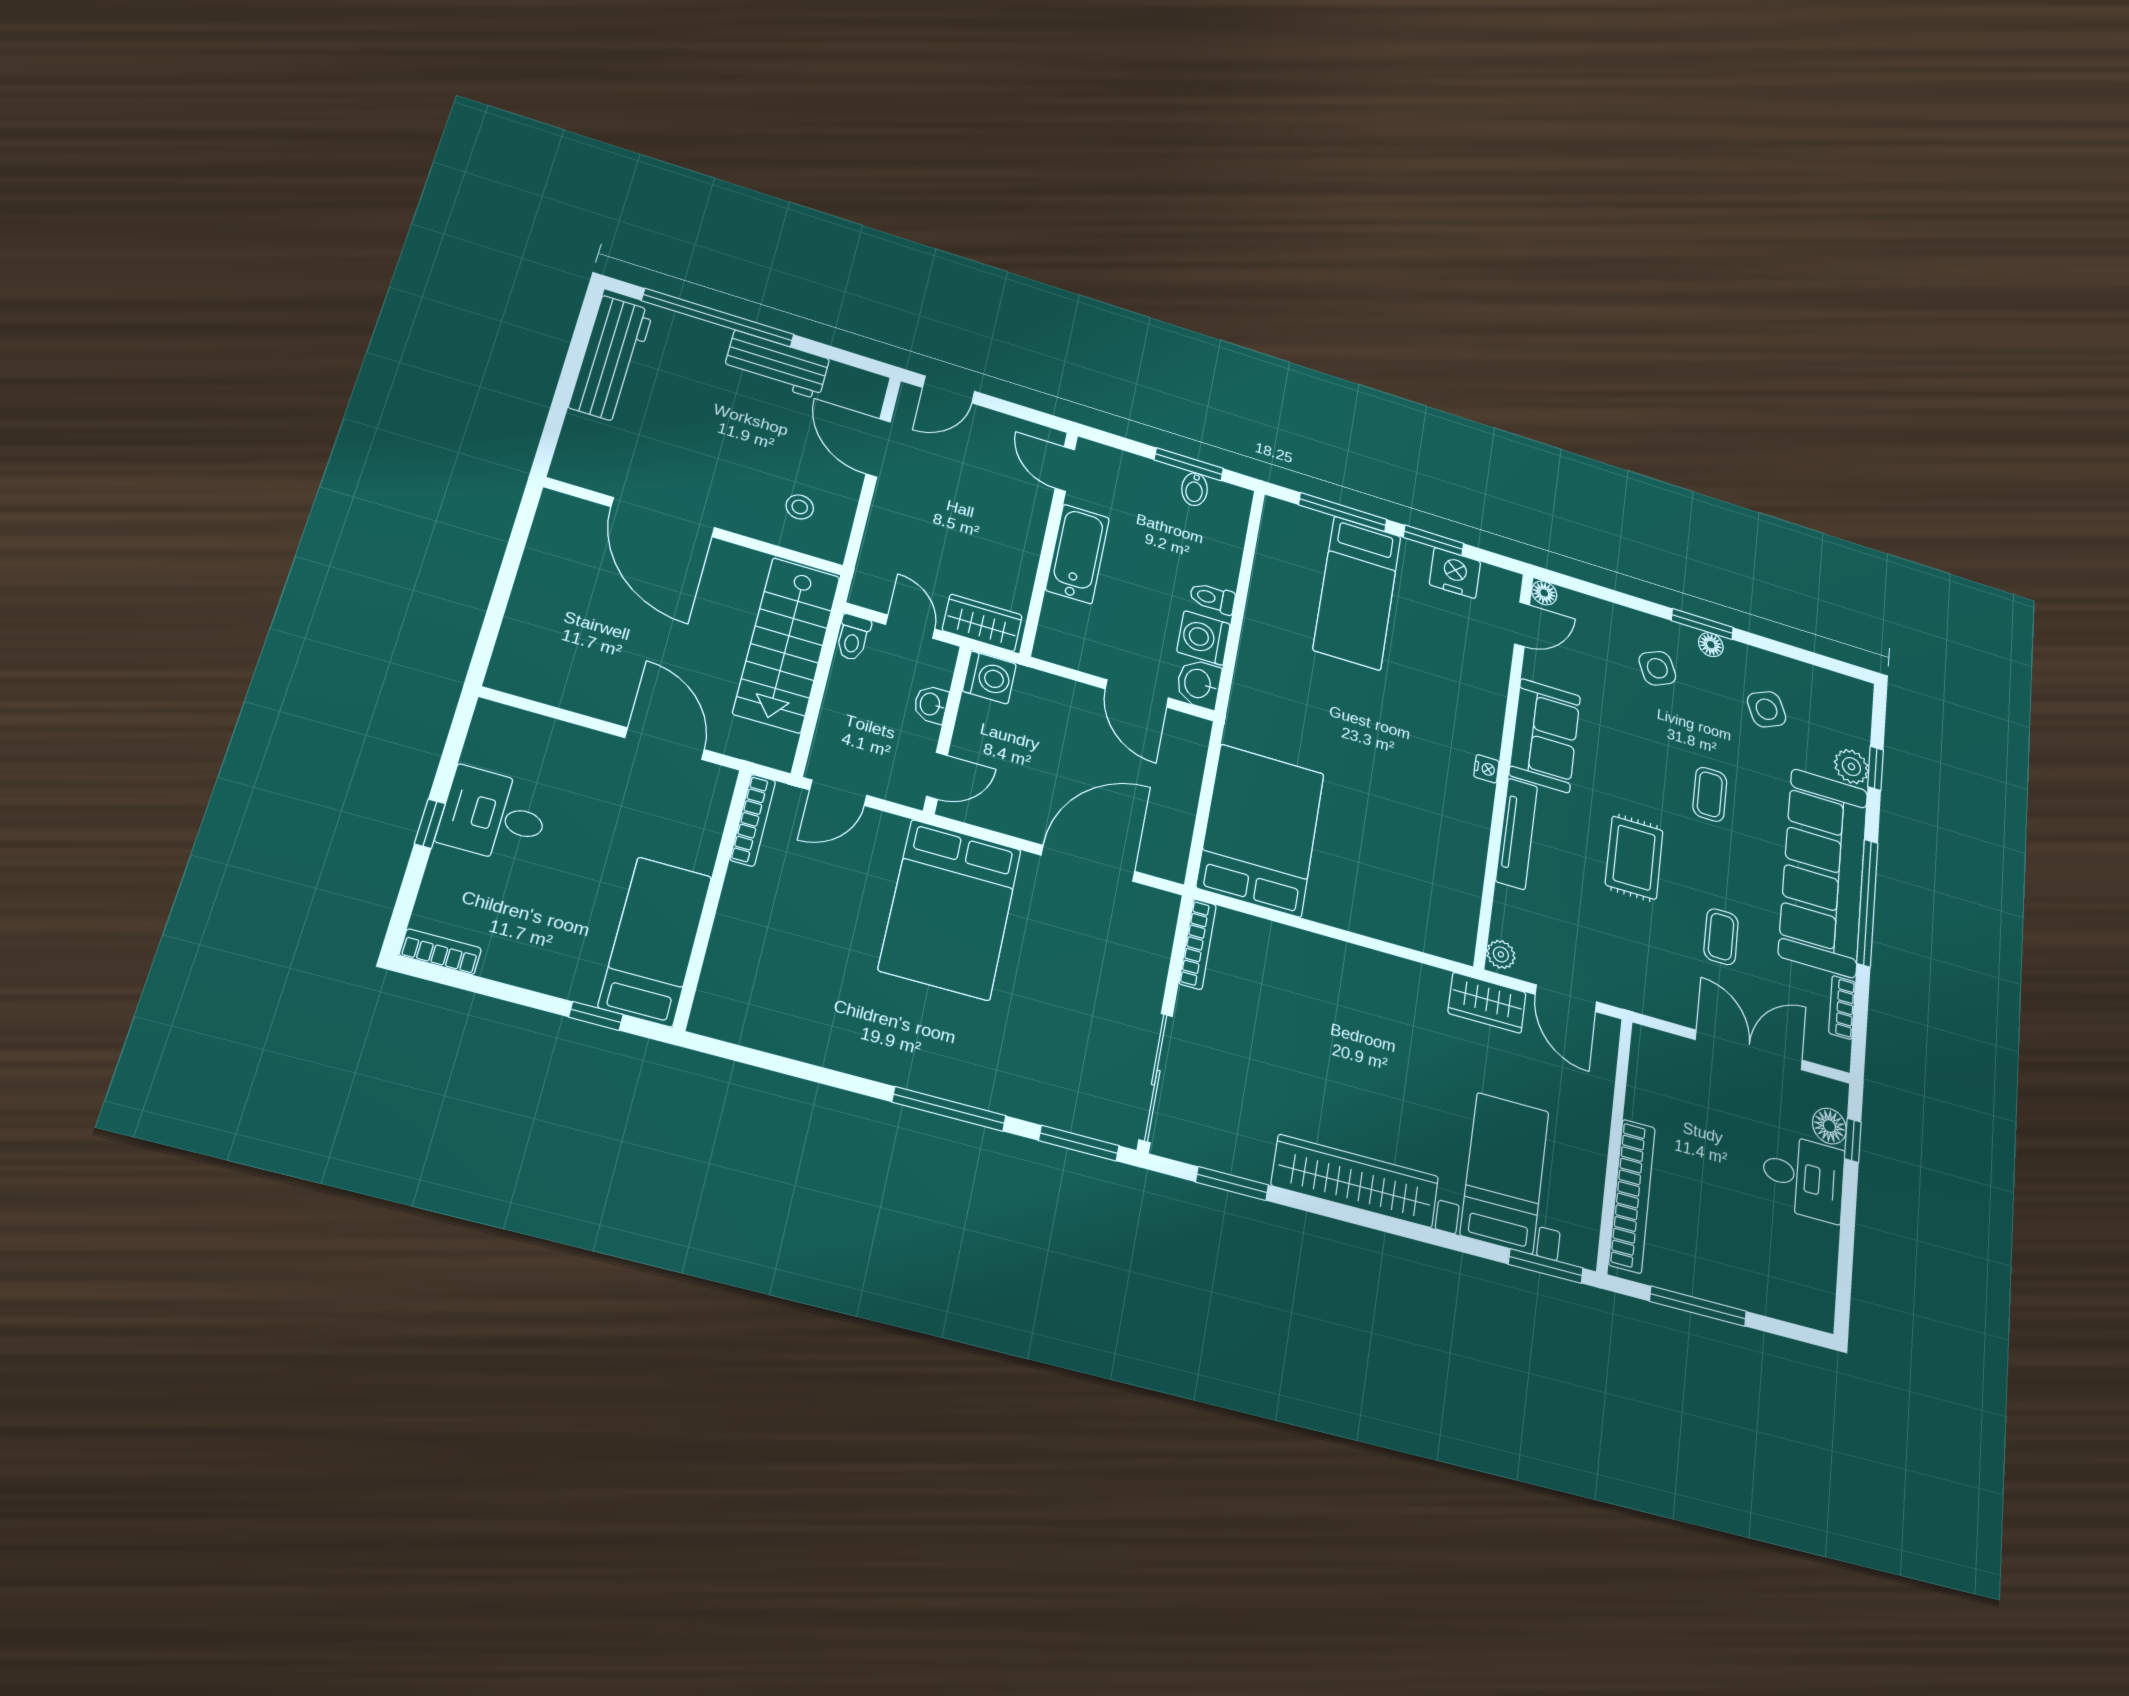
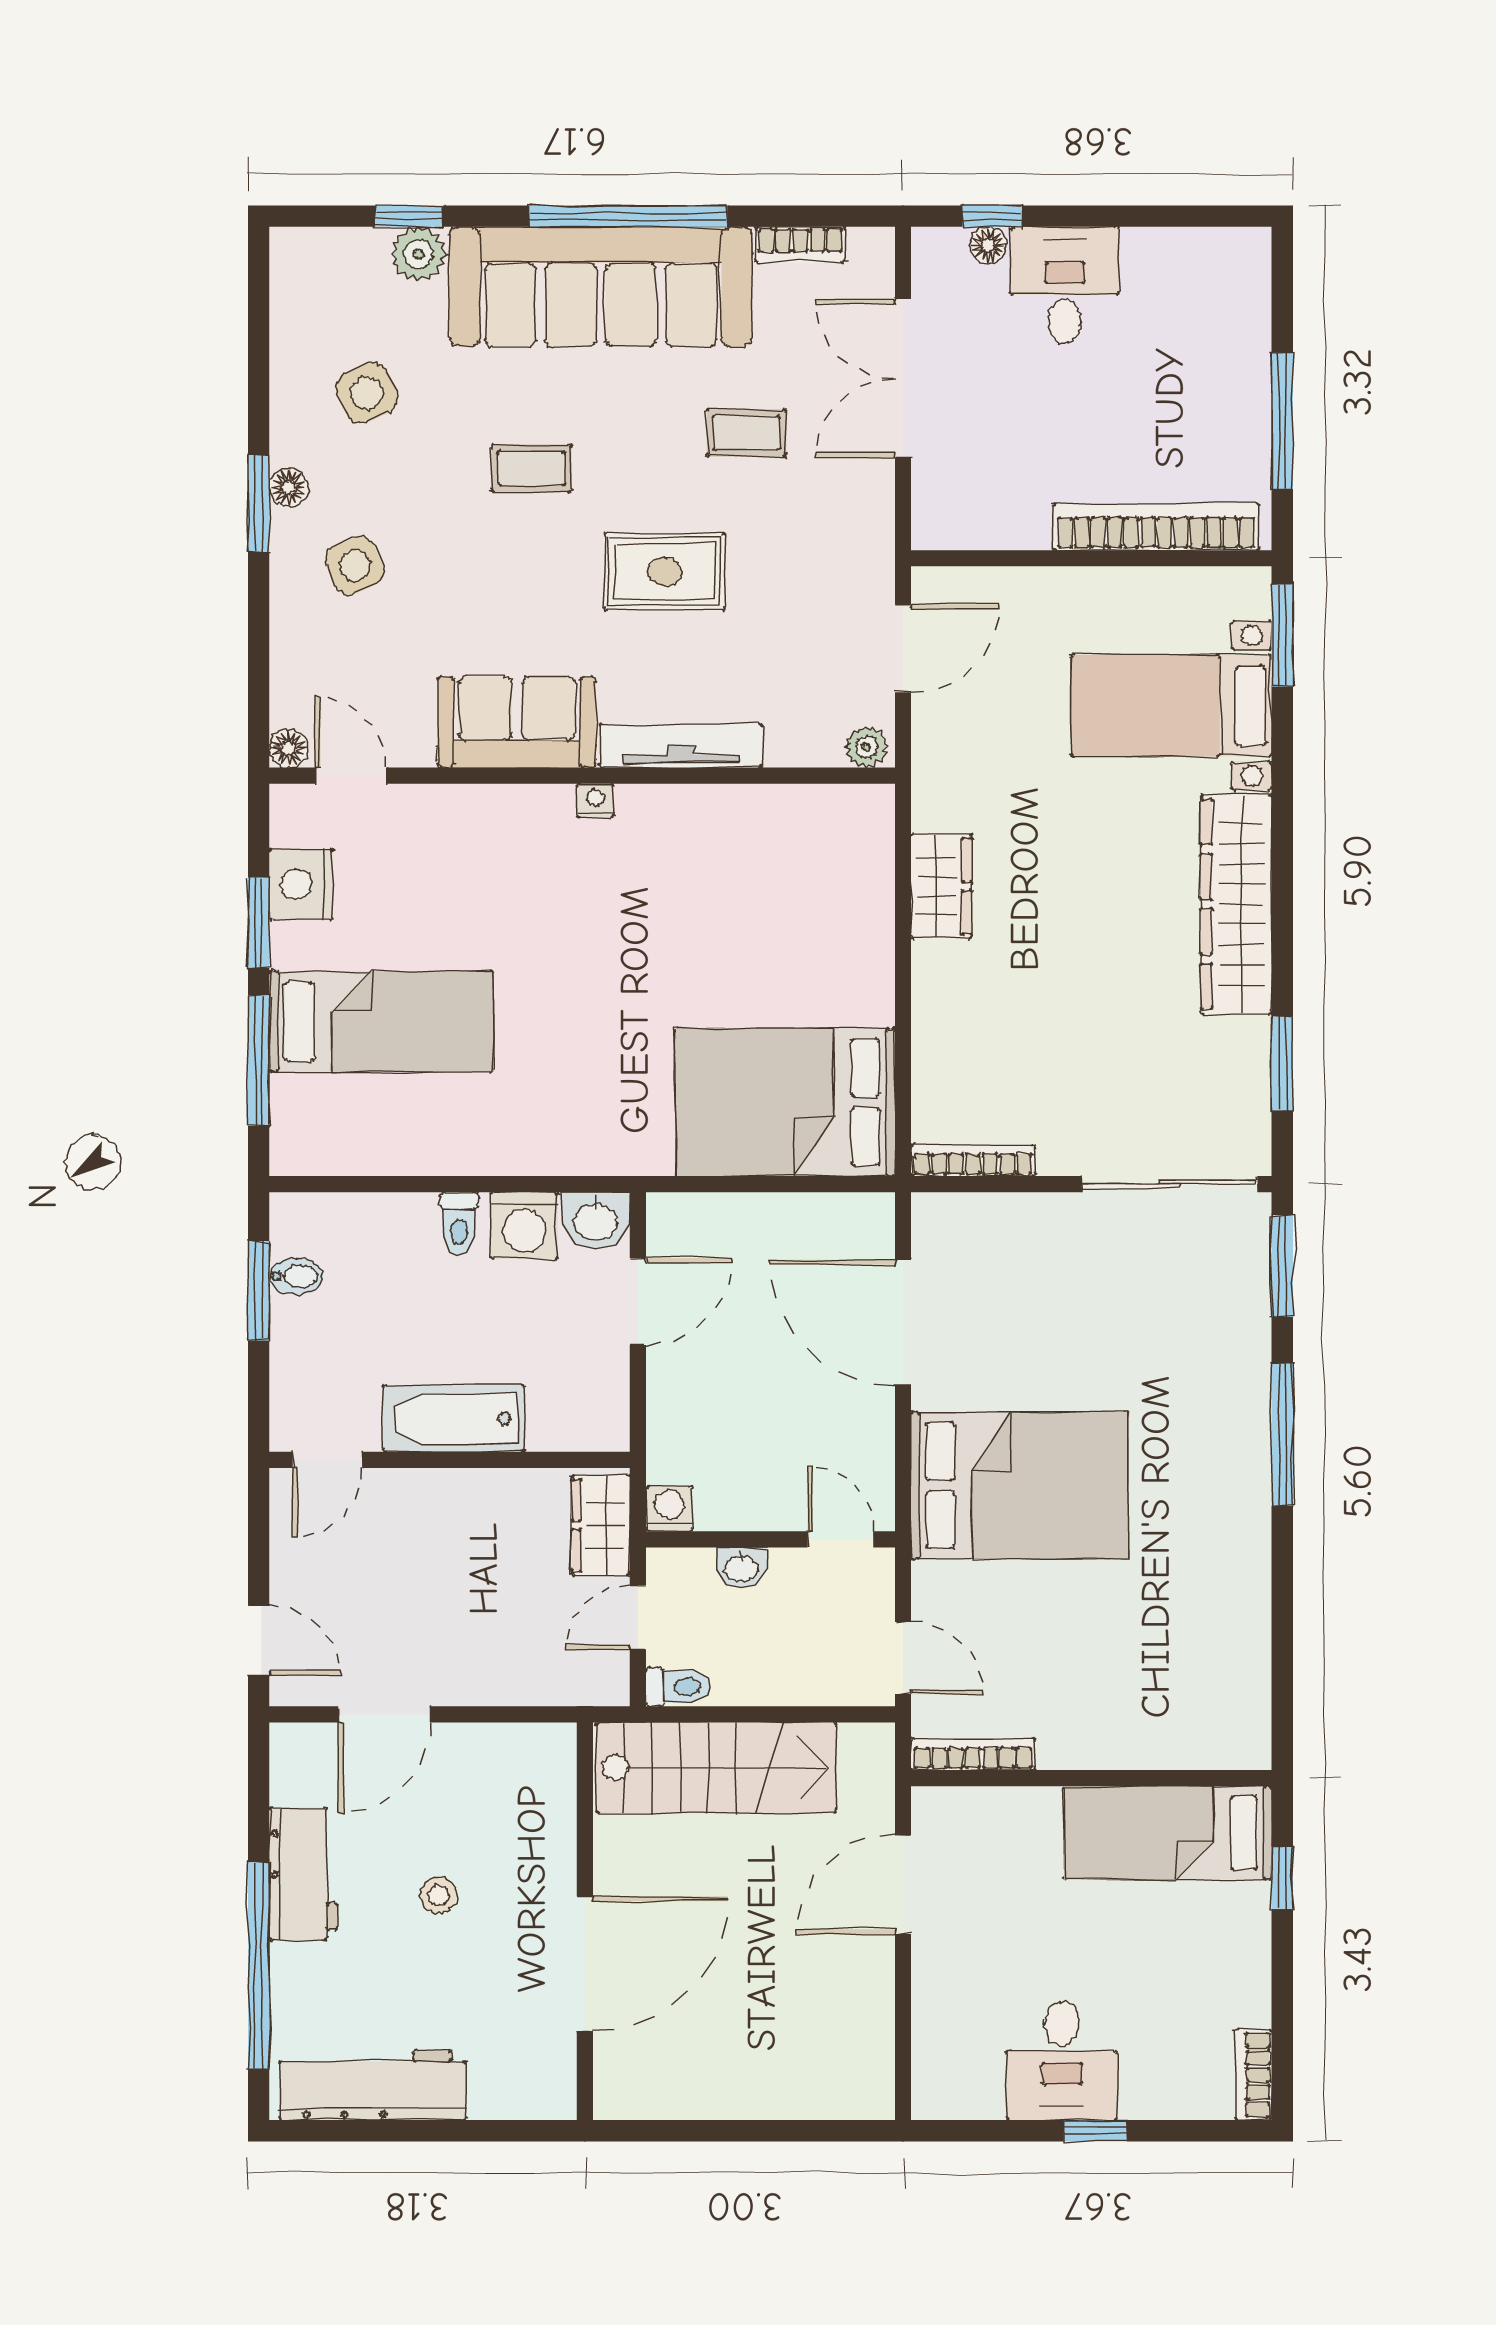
stool: (800, 507) -> (439, 1895), moved
washing machine: (989, 678) -> (670, 1509), width x0.73, depth x0.73
wardrobe: (1487, 1003) -> (941, 886), moved
floor lamp: (1829, 1126) -> (988, 245), width x0.73, depth x0.73

